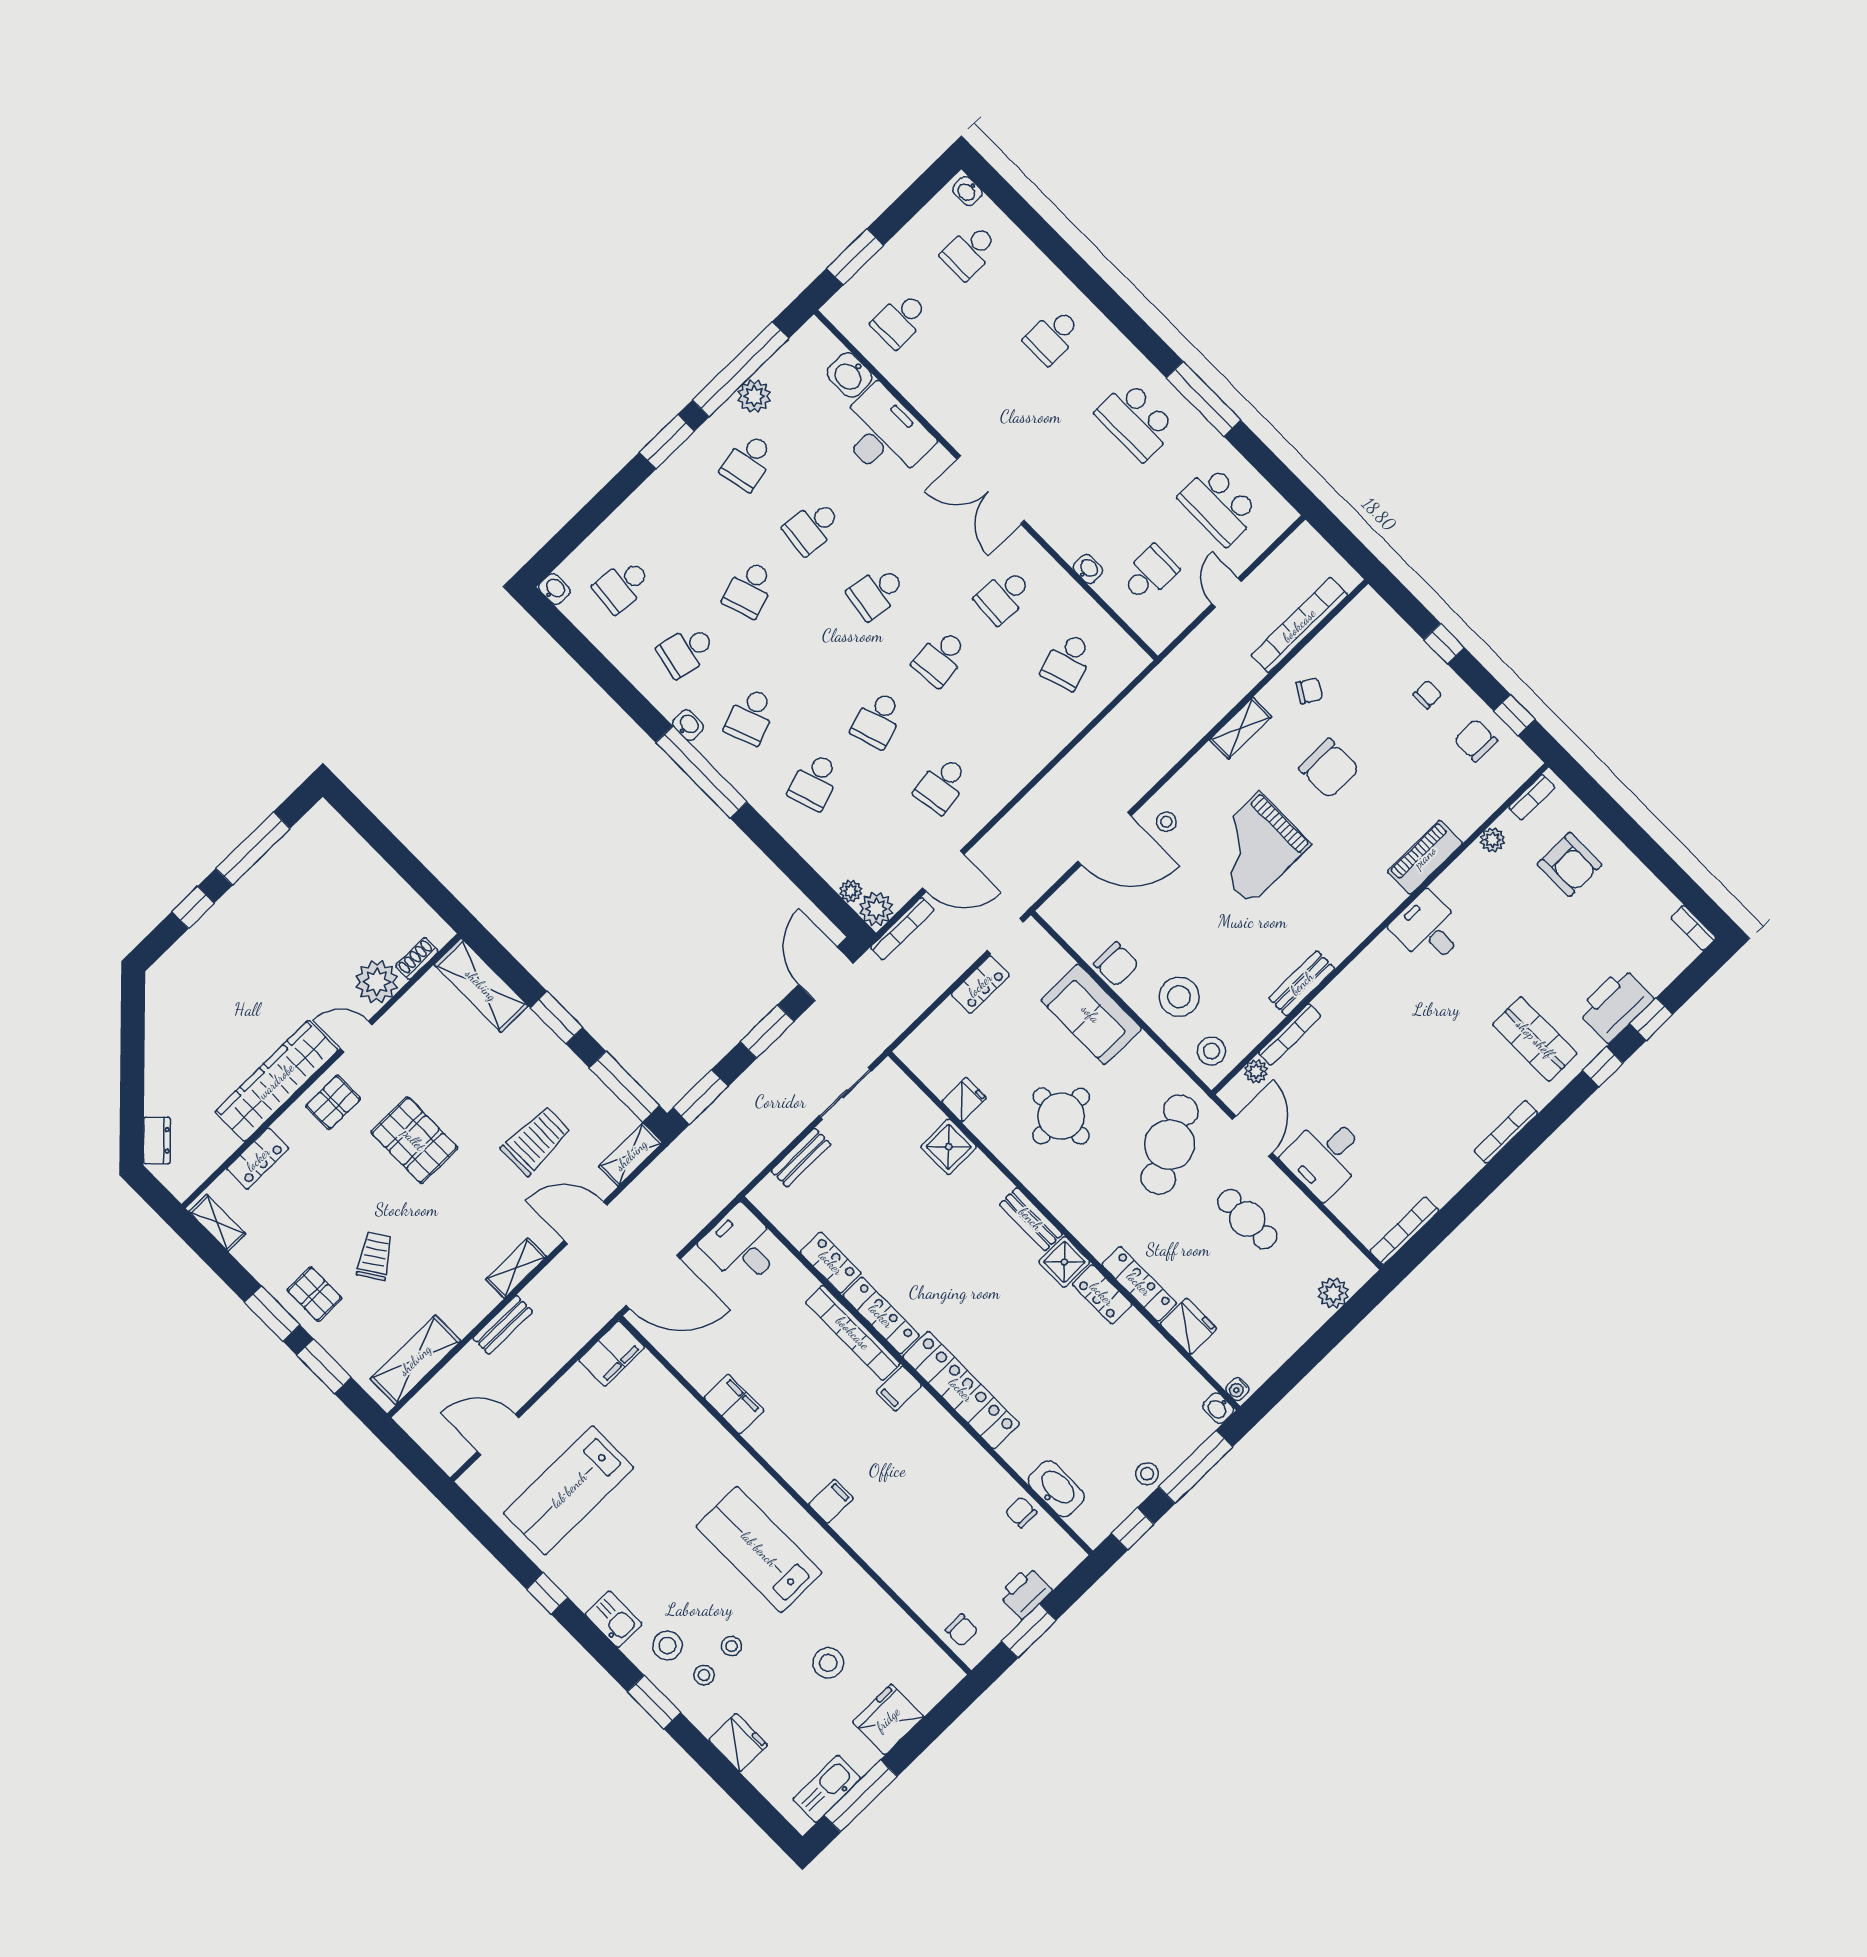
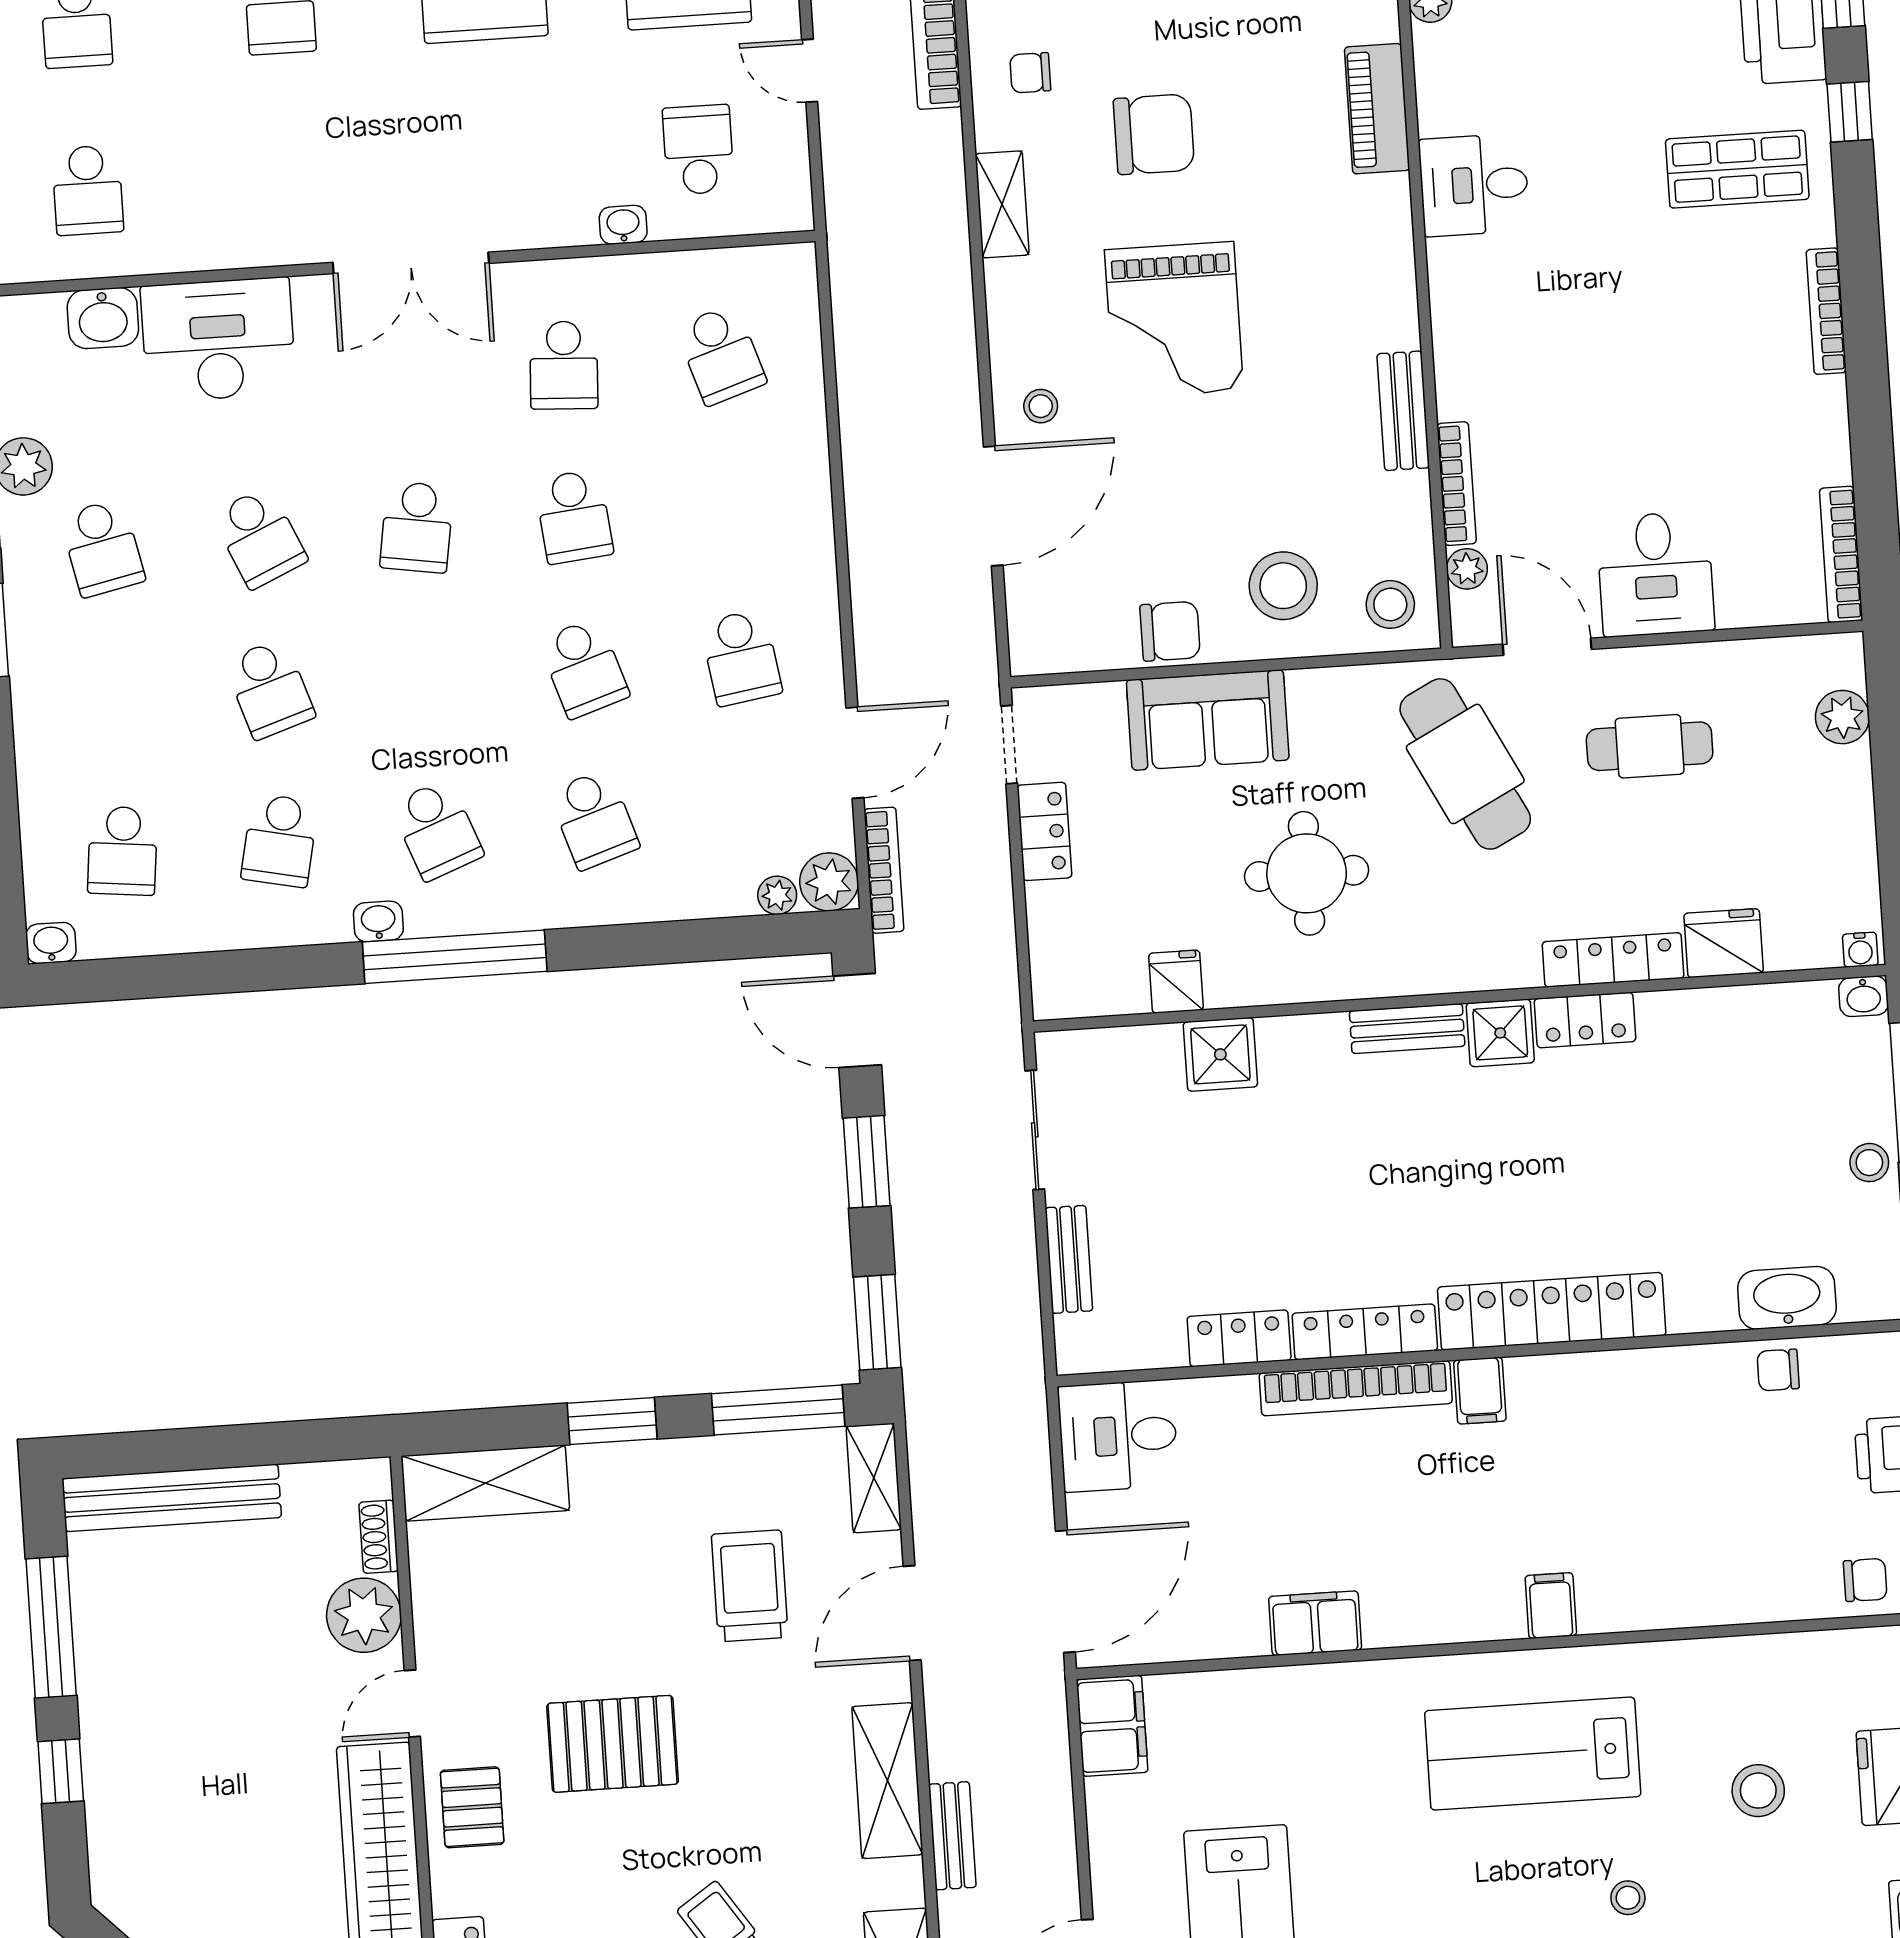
school desk: (812, 527) -> (260, 538), turned -30
chair: (1309, 691) -> (1030, 73), turned -122
bench: (356, 853) -> (172, 1498), added
shelving: (516, 1268) -> (887, 1781), width x1.50, depth x1.33

